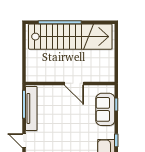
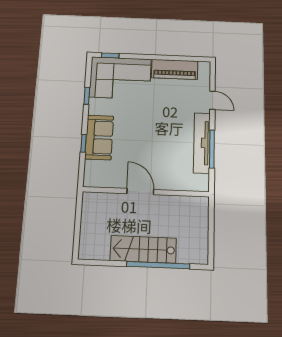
stairs: (70, 37) -> (143, 249), width x0.54, depth x0.66
wall: (70, 83) -> (146, 192), moved
door: (74, 83) -> (140, 192), moved

